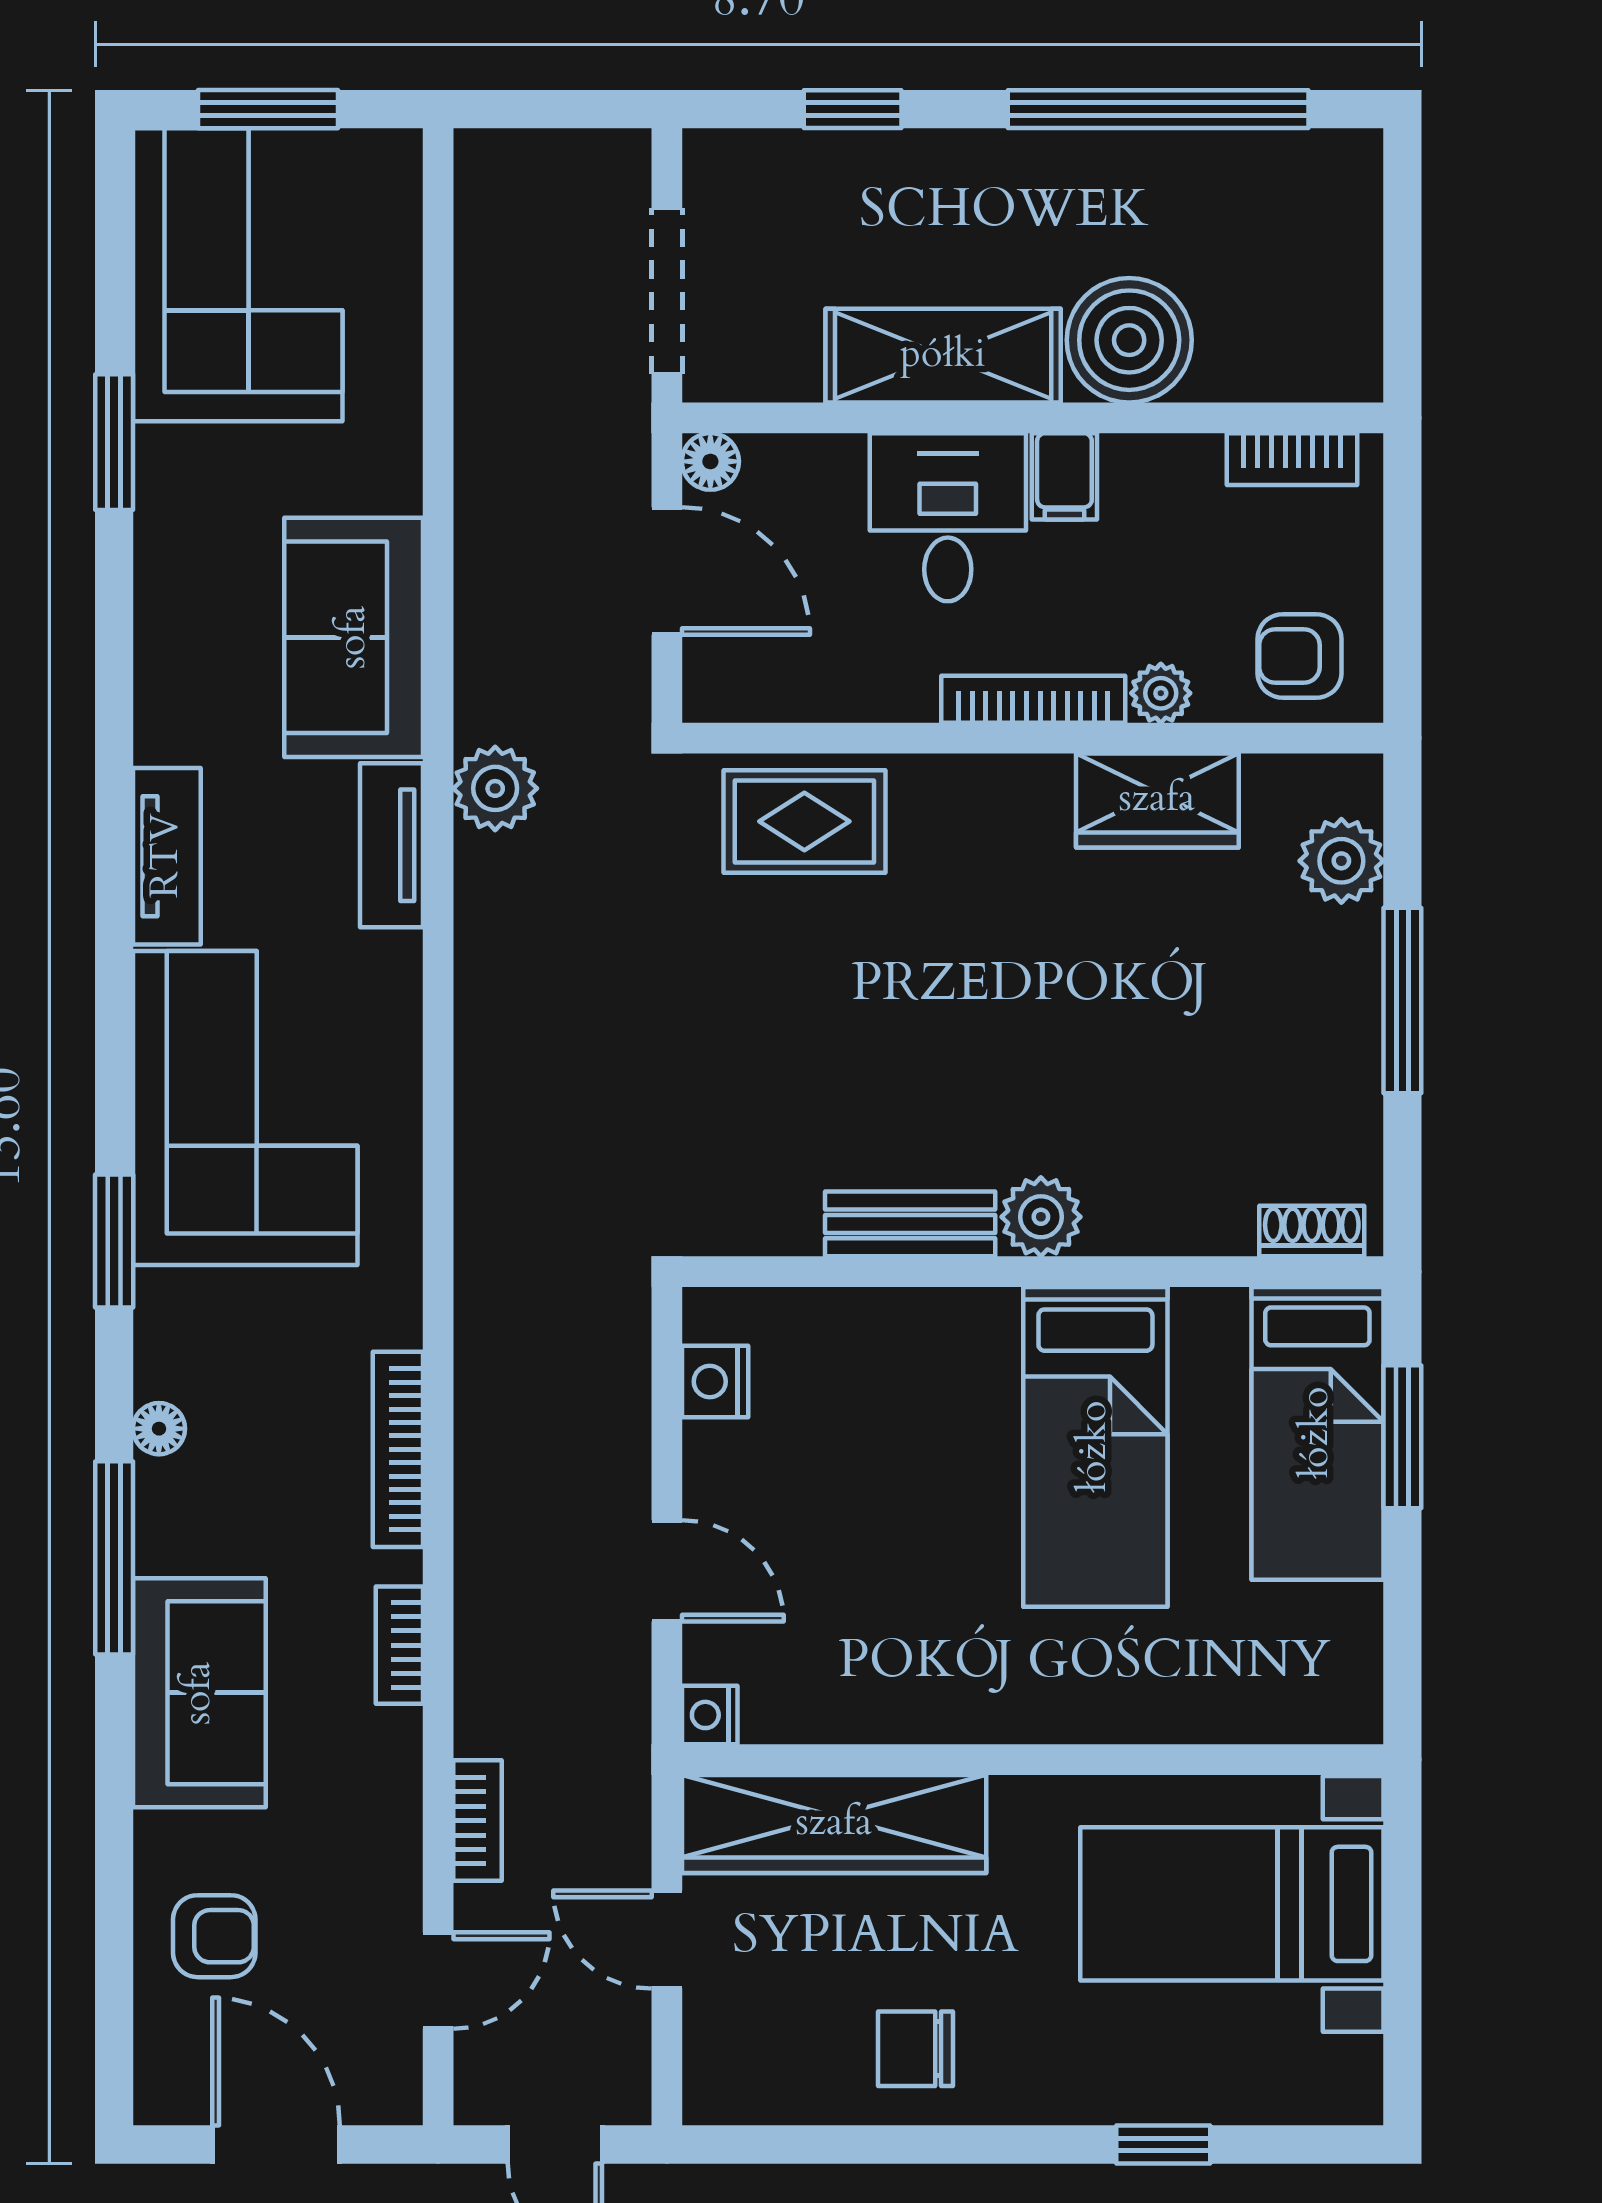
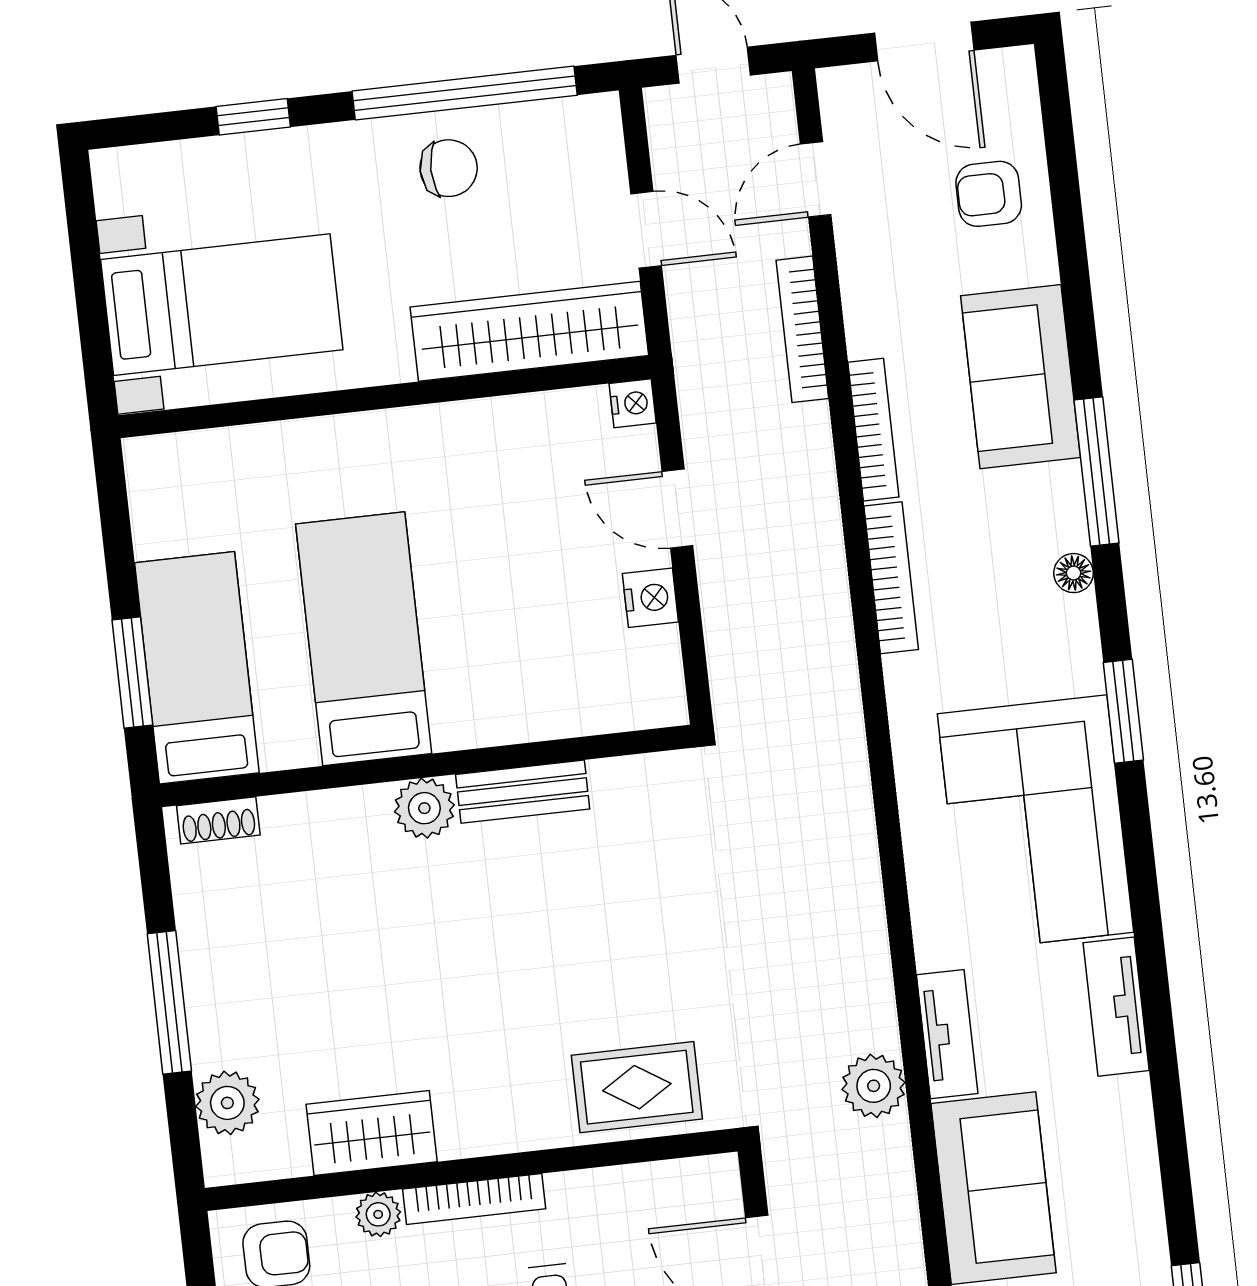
nightstand: (715, 1382) -> (650, 598), moved
bookcase: (399, 1645) -> (873, 430), width x1.56
bookcase: (477, 1821) -> (802, 329), width x1.56
window: (884, 2144) -> (465, 93), added

